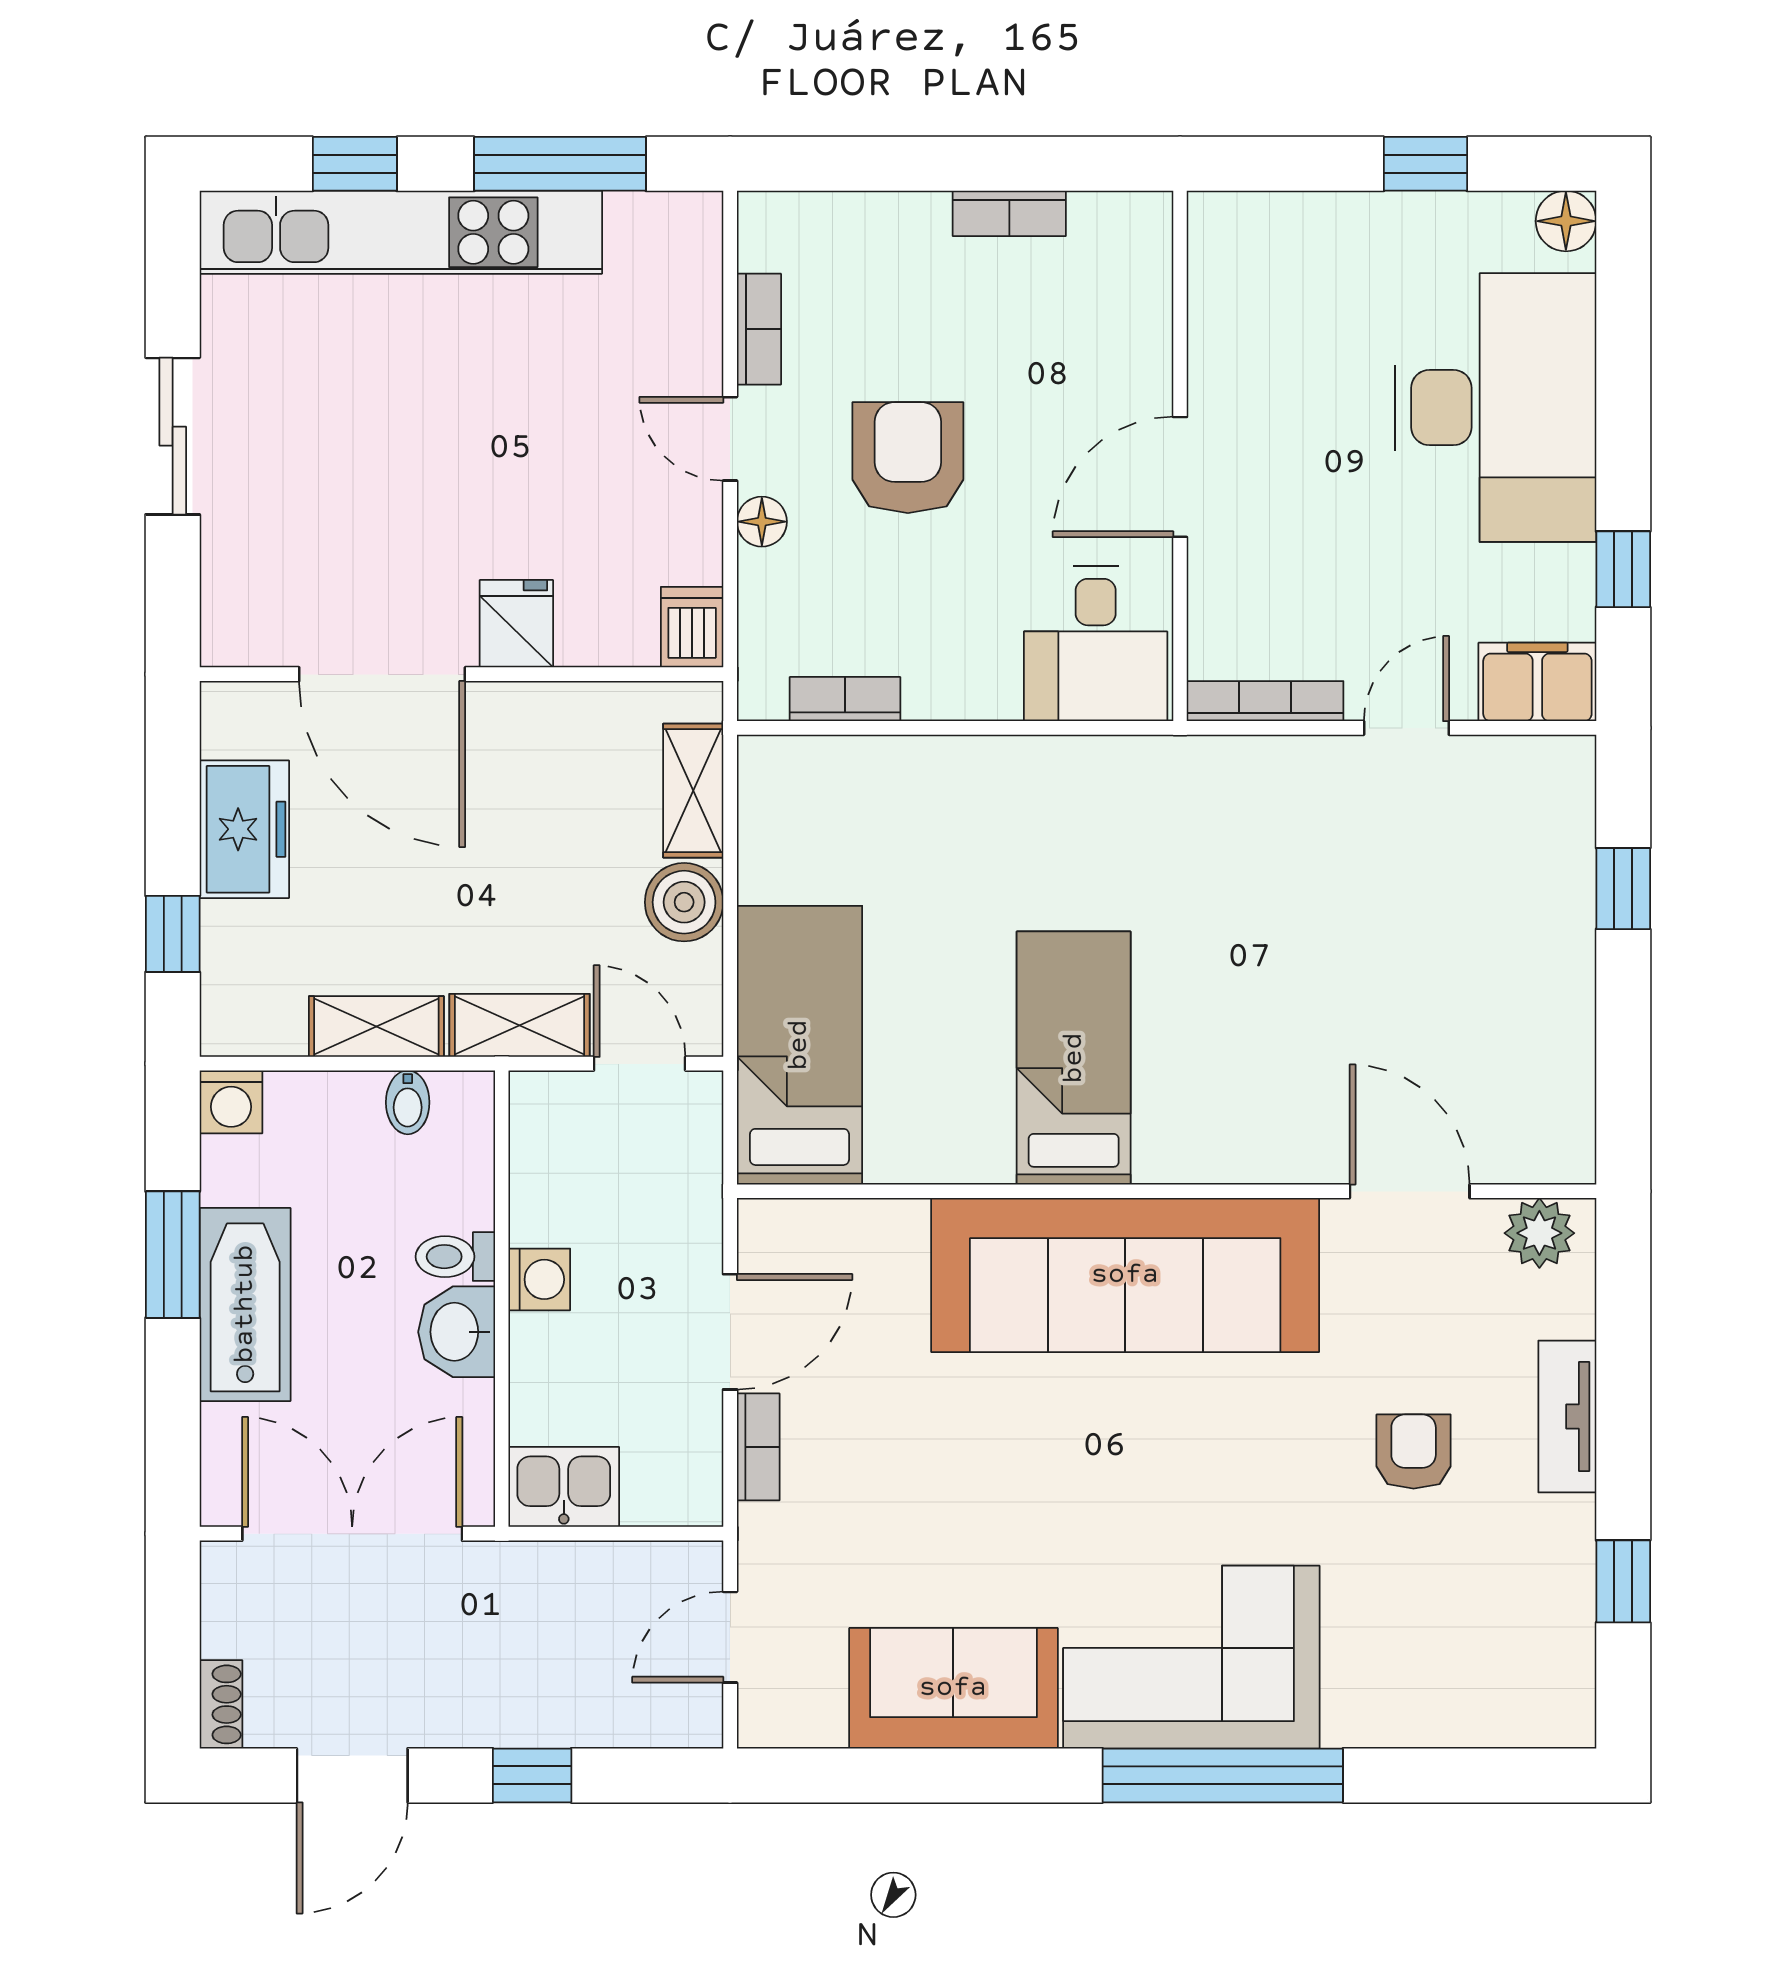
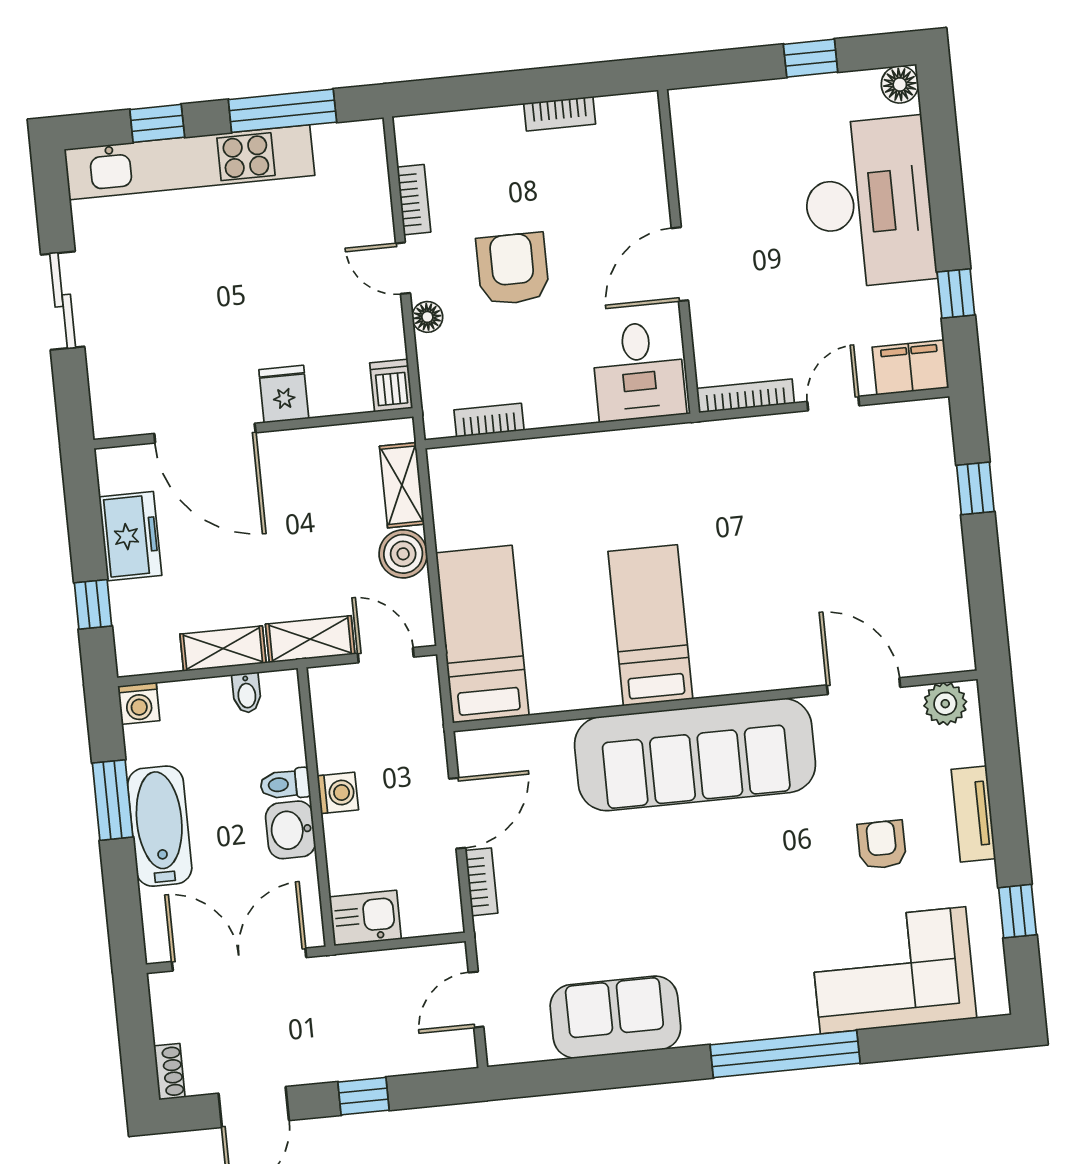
corner sofa: (1191, 1657) -> (893, 970), moved

